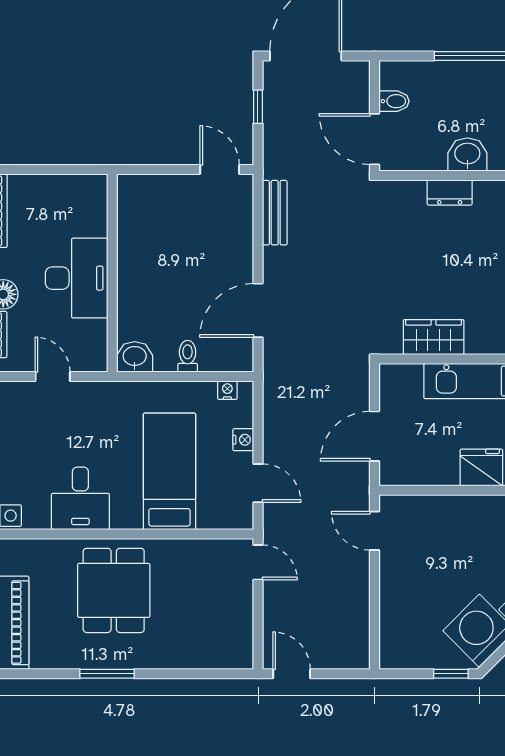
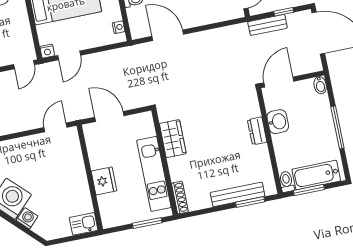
bidet: (394, 101) -> (320, 85), moved
washbasin: (467, 154) -> (278, 122), moved
bench: (275, 213) -> (268, 25), moved
nightstand: (243, 440) -> (47, 51), moved

